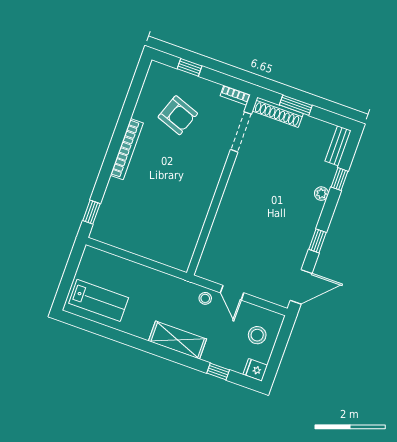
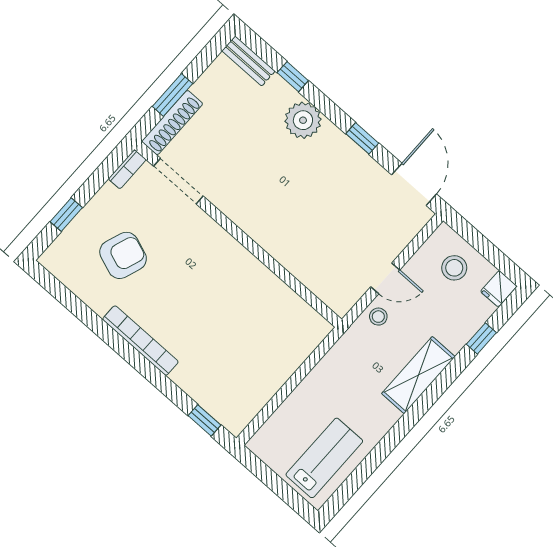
plant: (321, 194) -> (303, 120), width x1.88, depth x1.88

